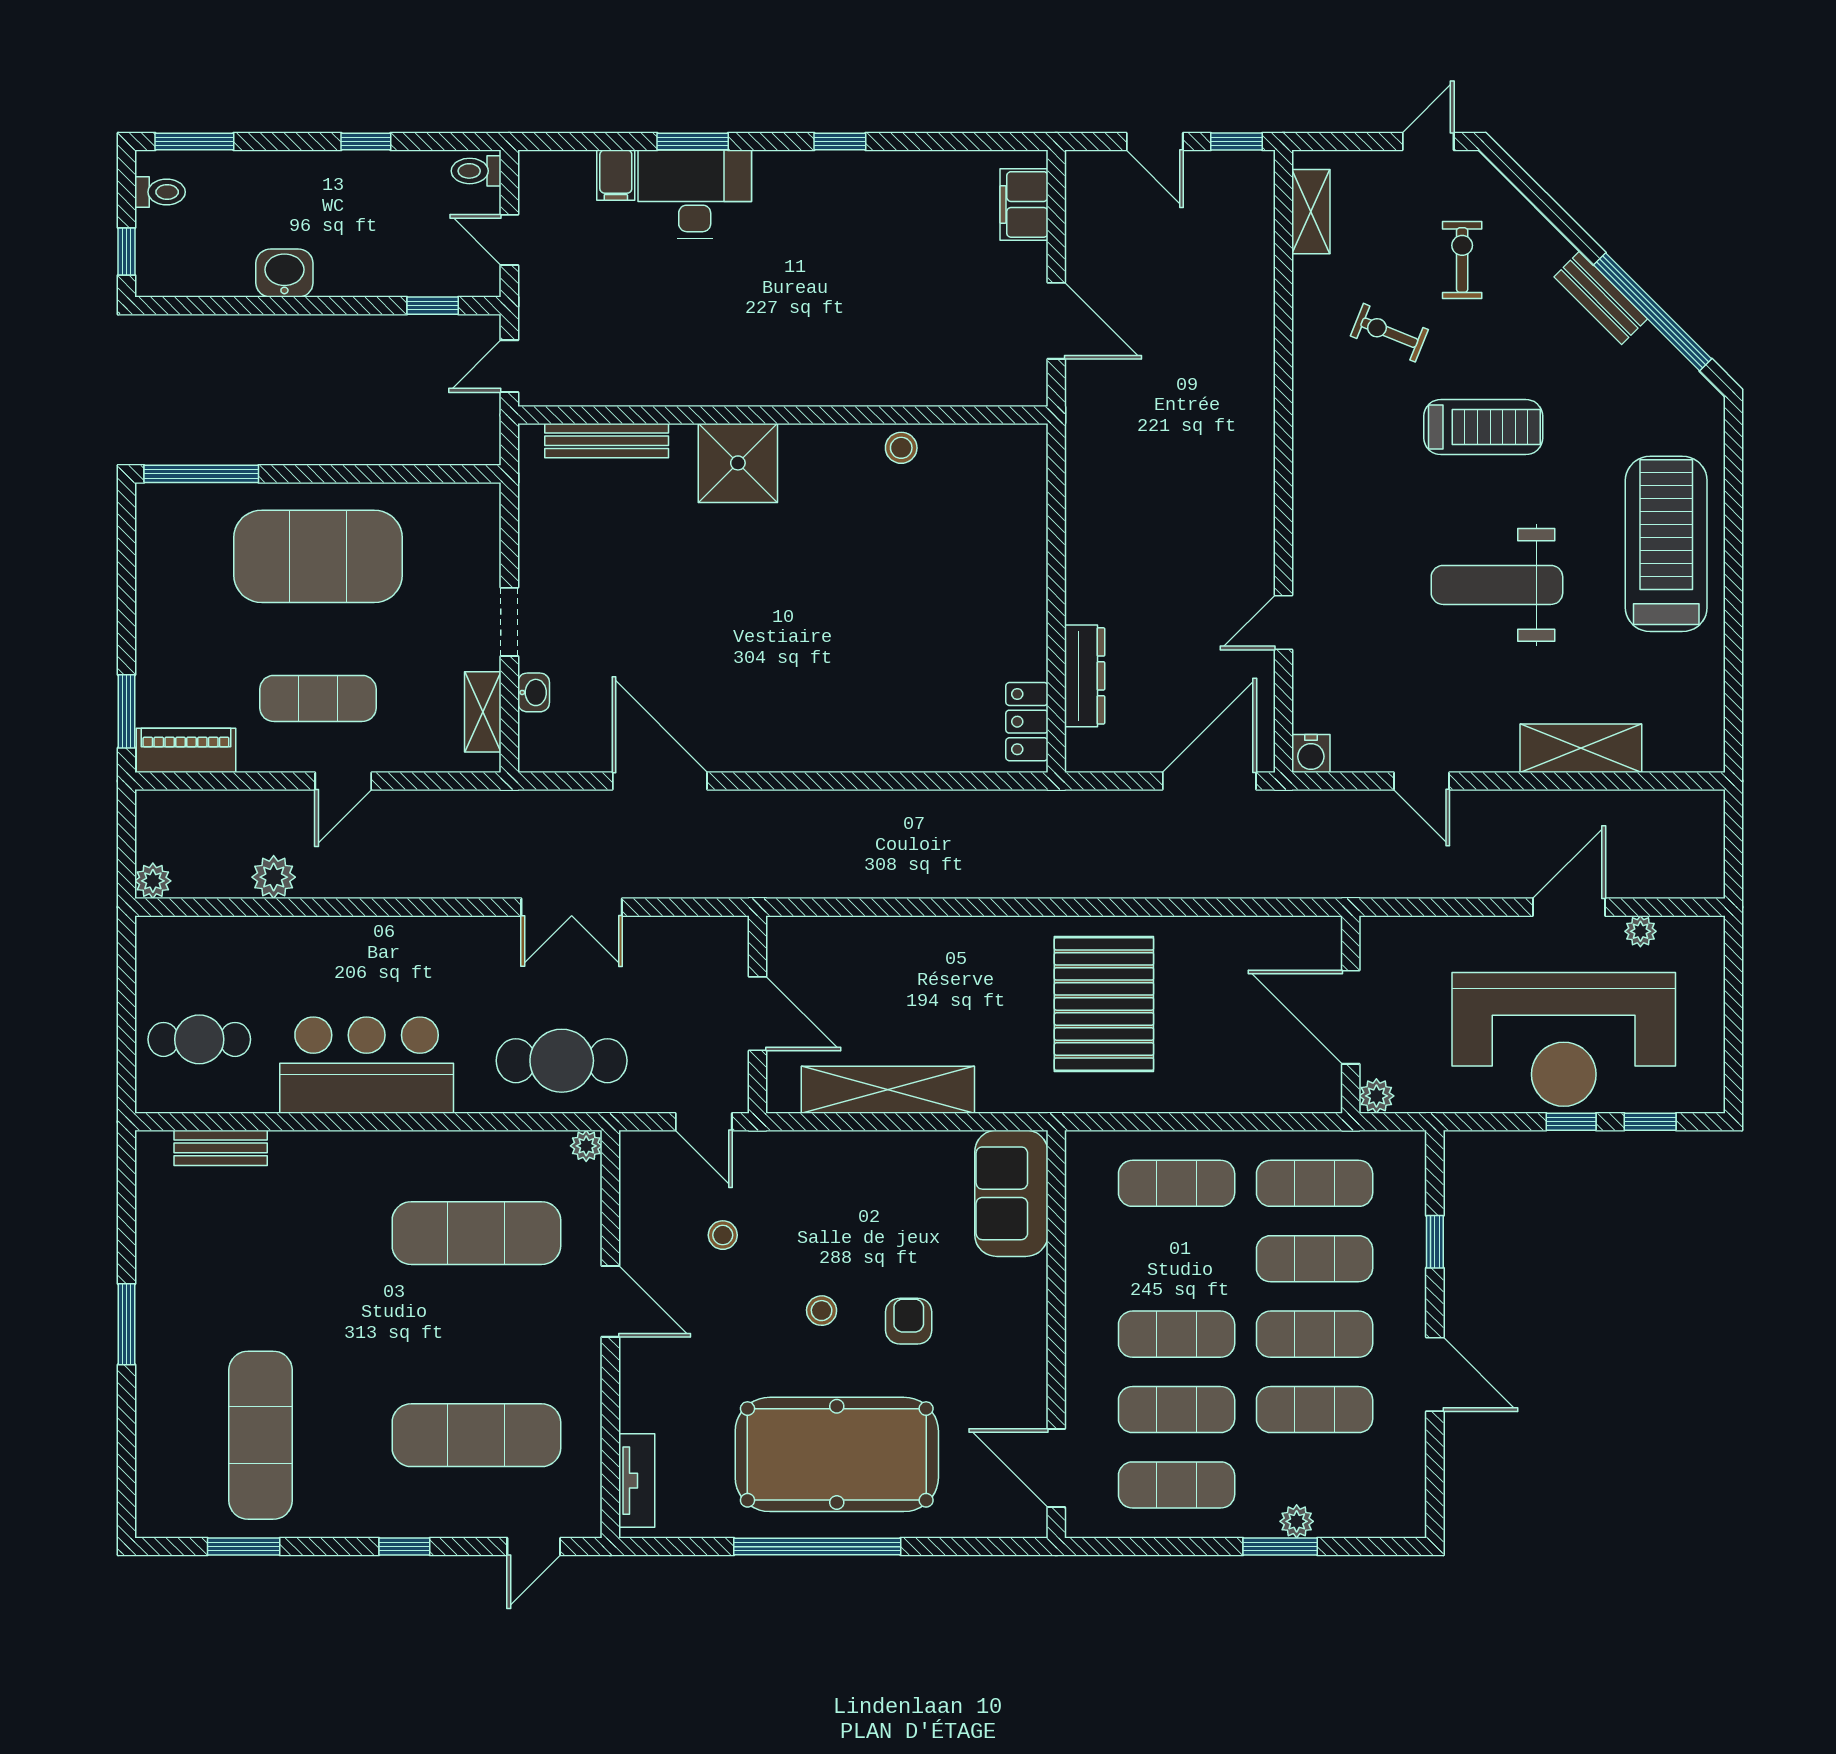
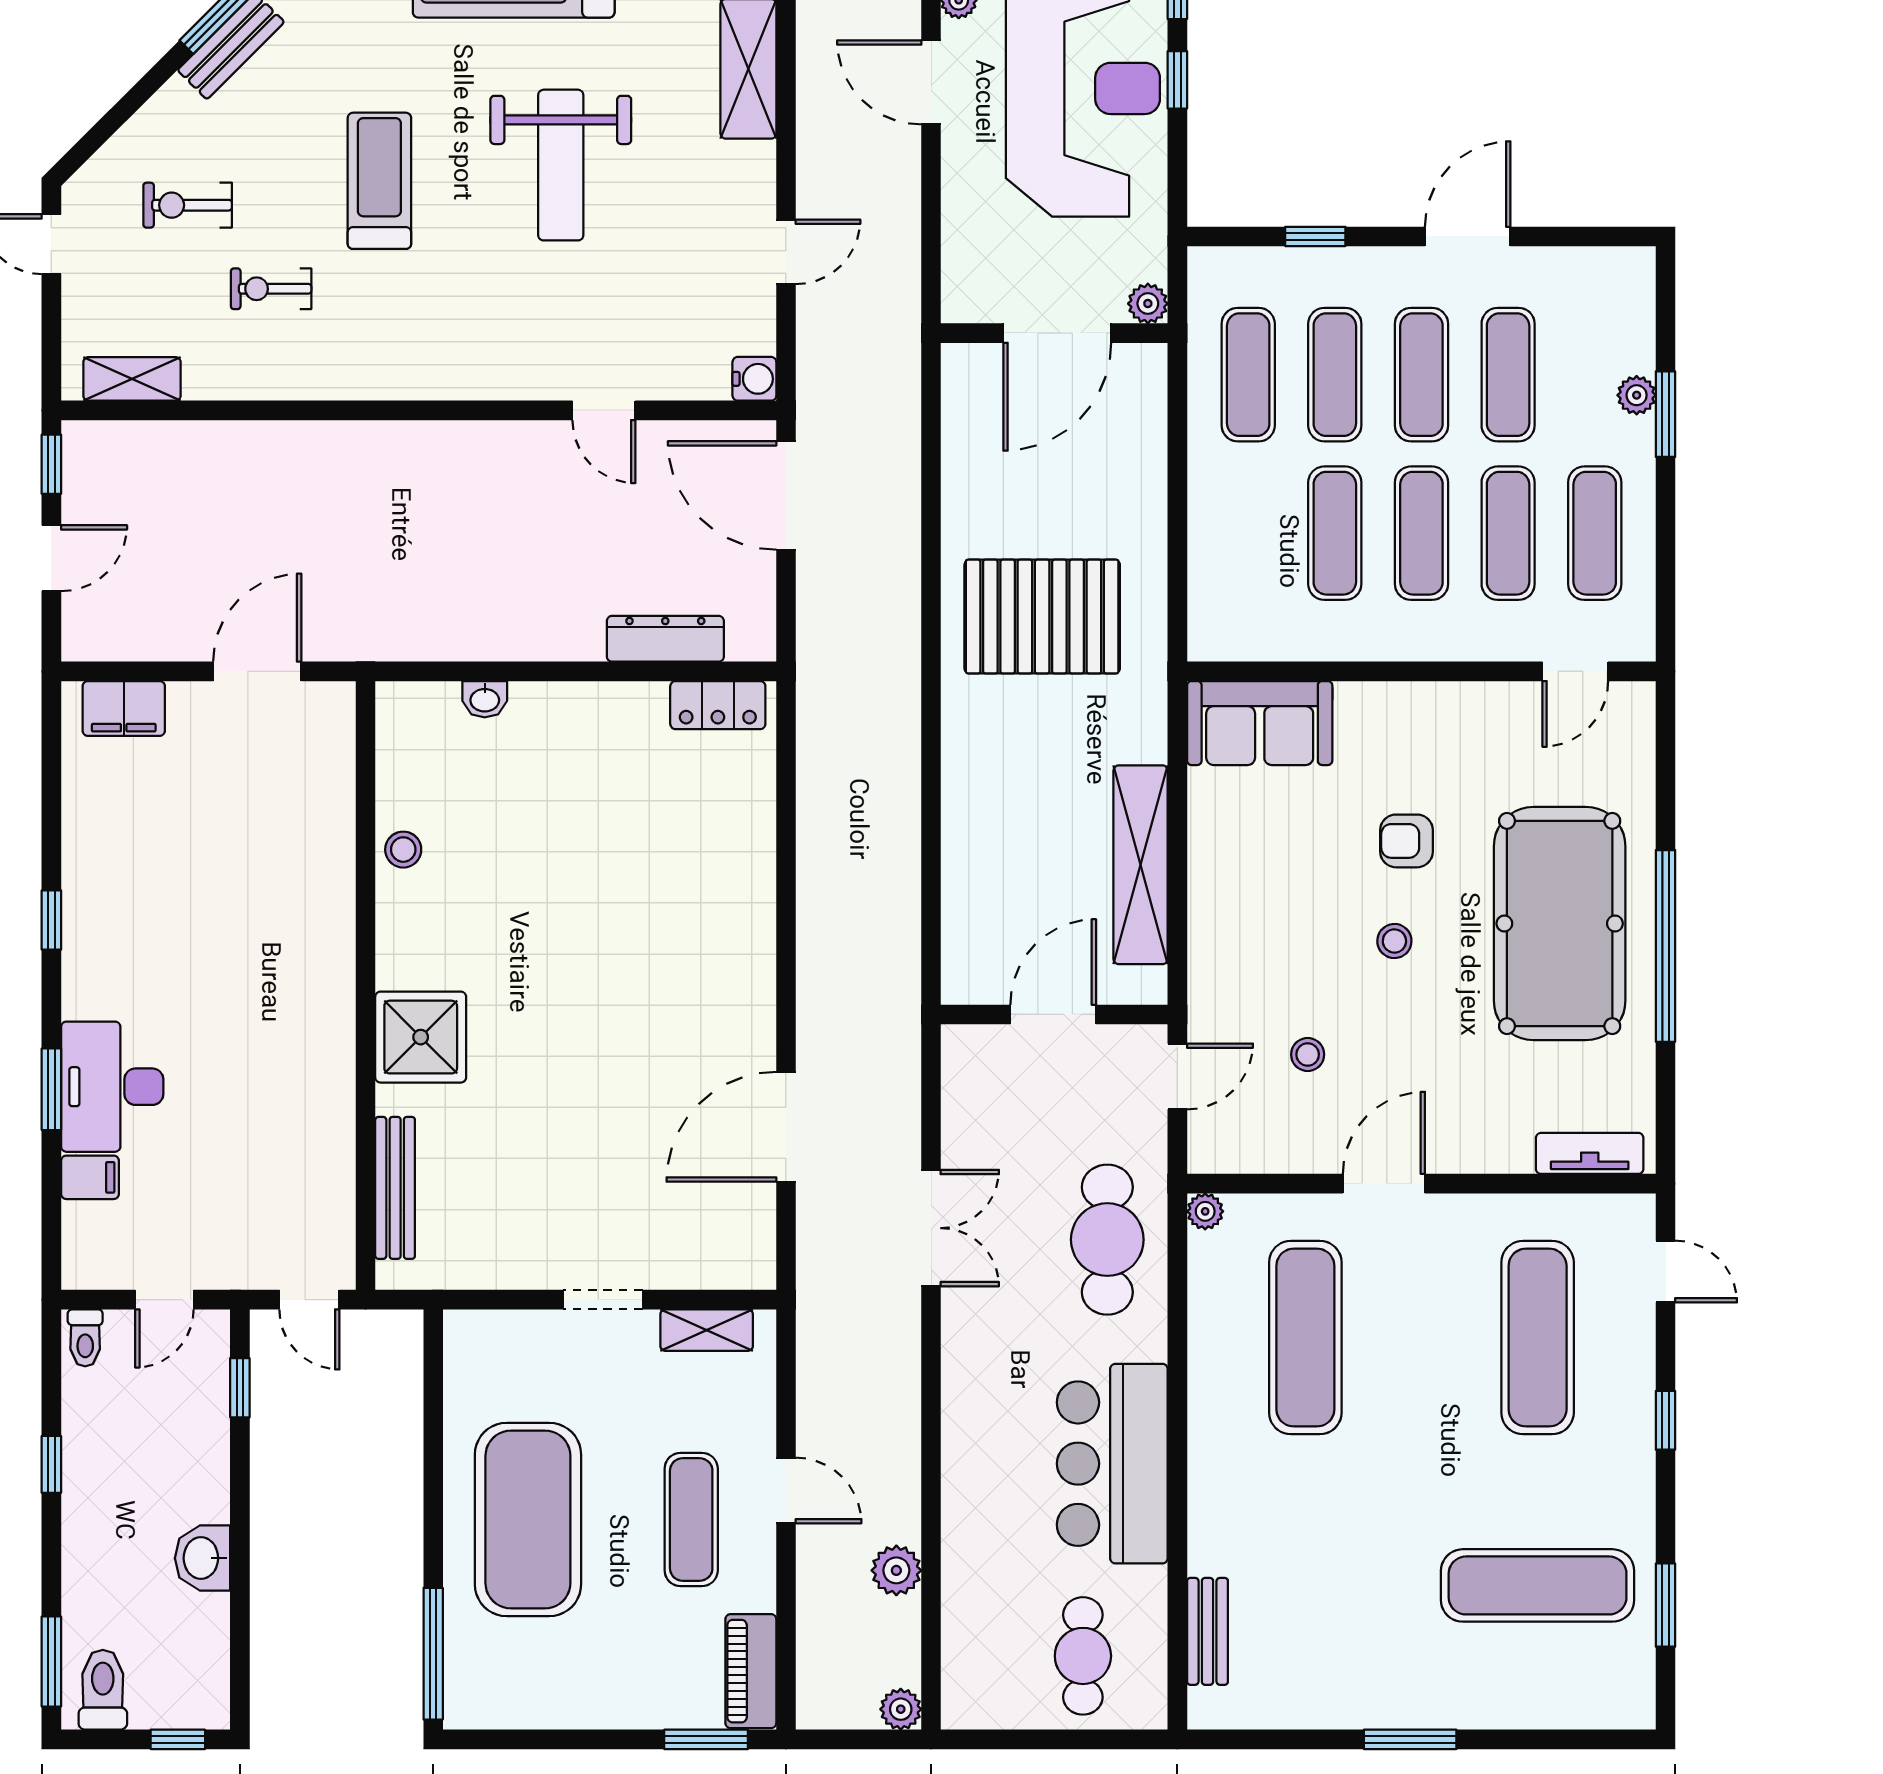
toilet: (160, 192) -> (103, 1690), width x1.37, depth x1.39
exercise bike: (1389, 333) -> (271, 289), turned 68
washbasin: (534, 692) -> (485, 699), moved, turned 180
exercise mat: (1177, 1183) -> (1335, 533), moved
door: (1056, 1468) -> (1575, 671), width x0.73

